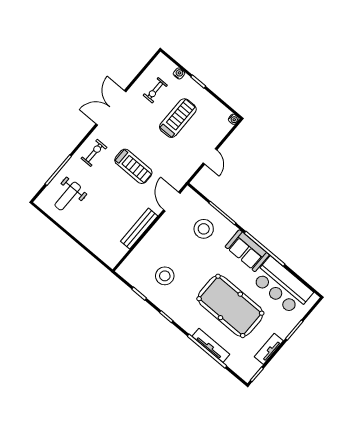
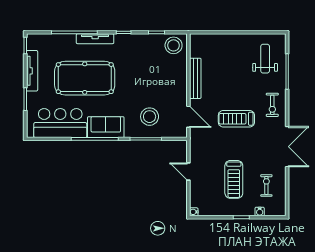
stool: (165, 276) -> (174, 45), moved
tv unit: (211, 345) -> (95, 39), moved
tv unit: (269, 349) -> (32, 71), width x1.41

